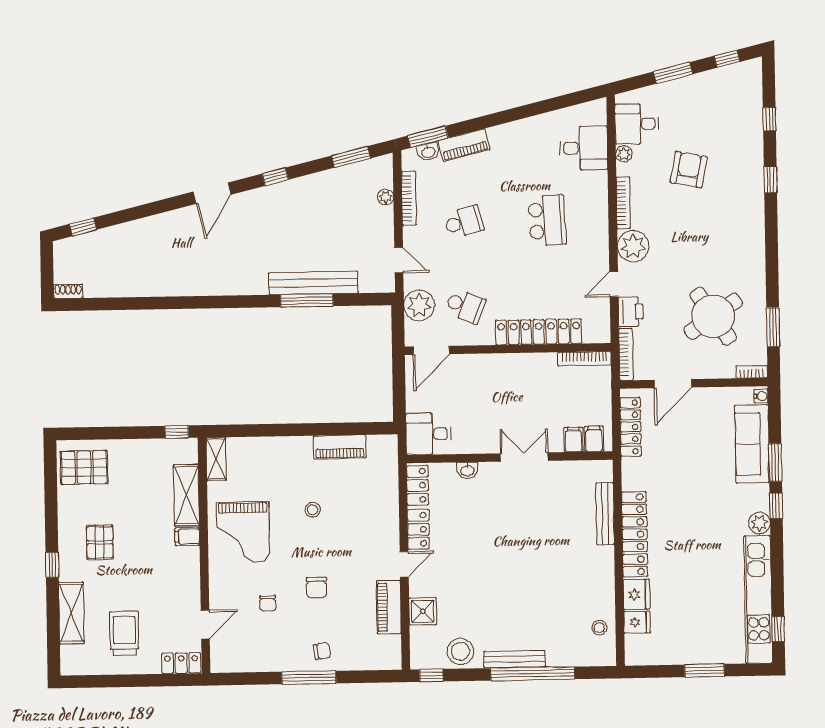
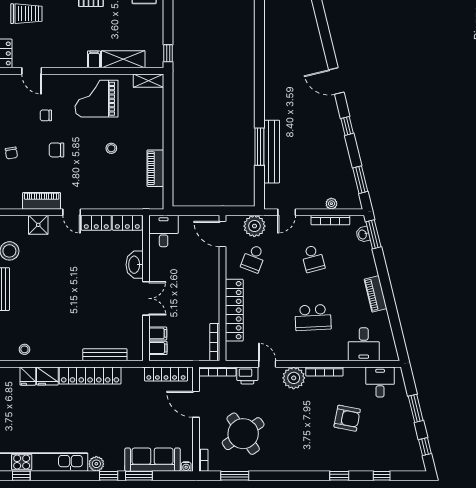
piano: (464, 145) -> (376, 294), moved
plant: (624, 154) -> (359, 373), removed
washbasin: (467, 470) -> (135, 265), width x1.91, depth x1.45

